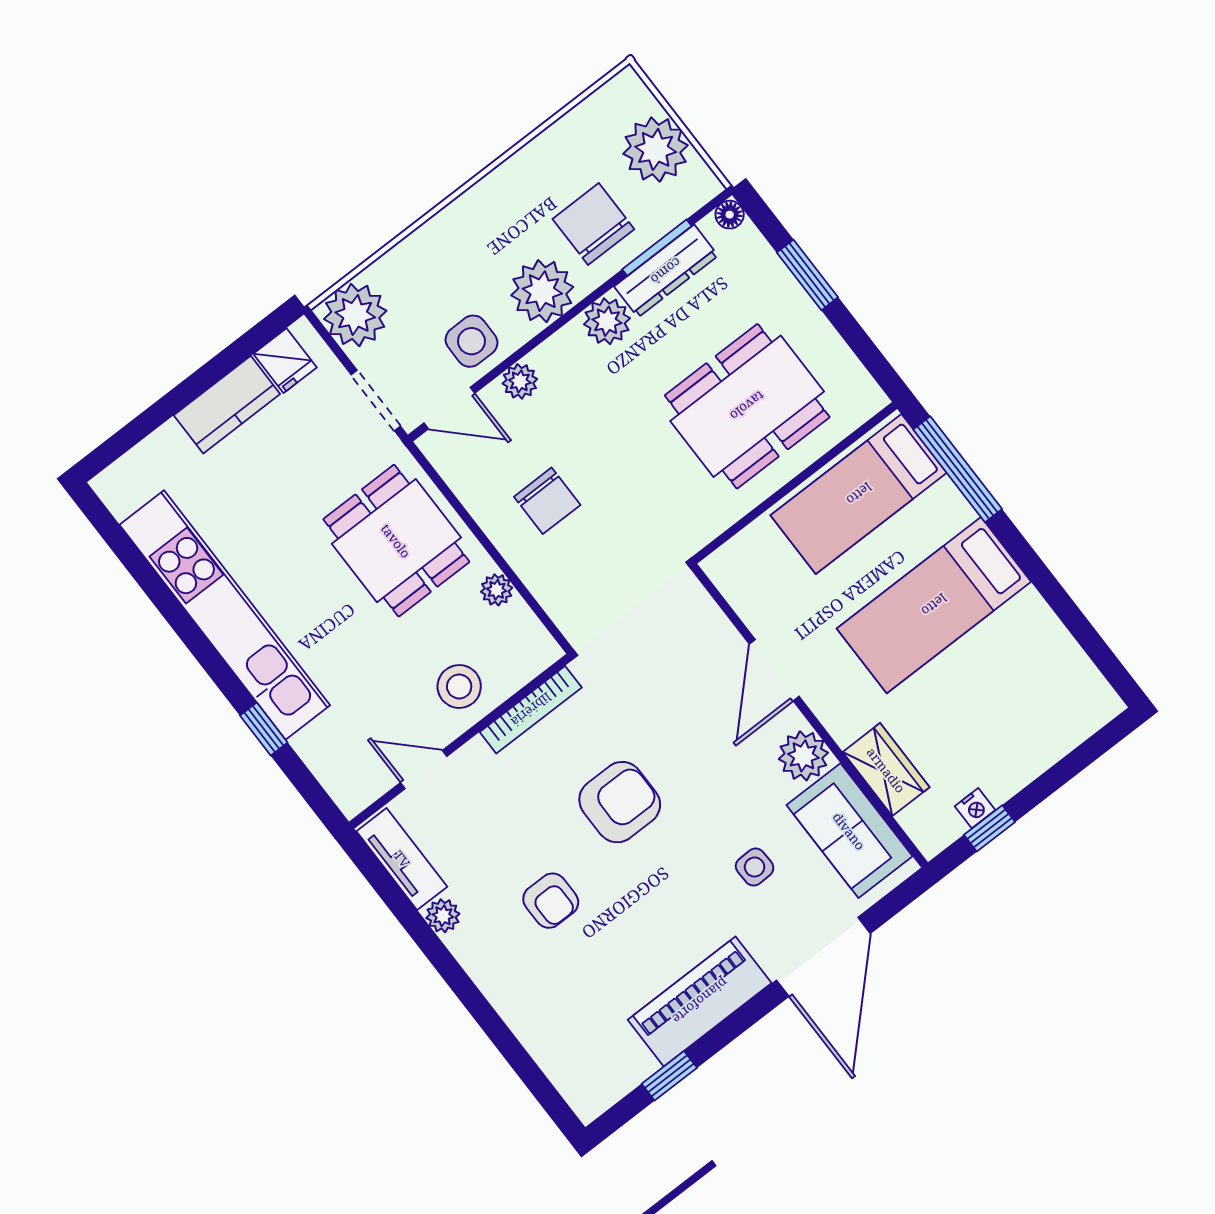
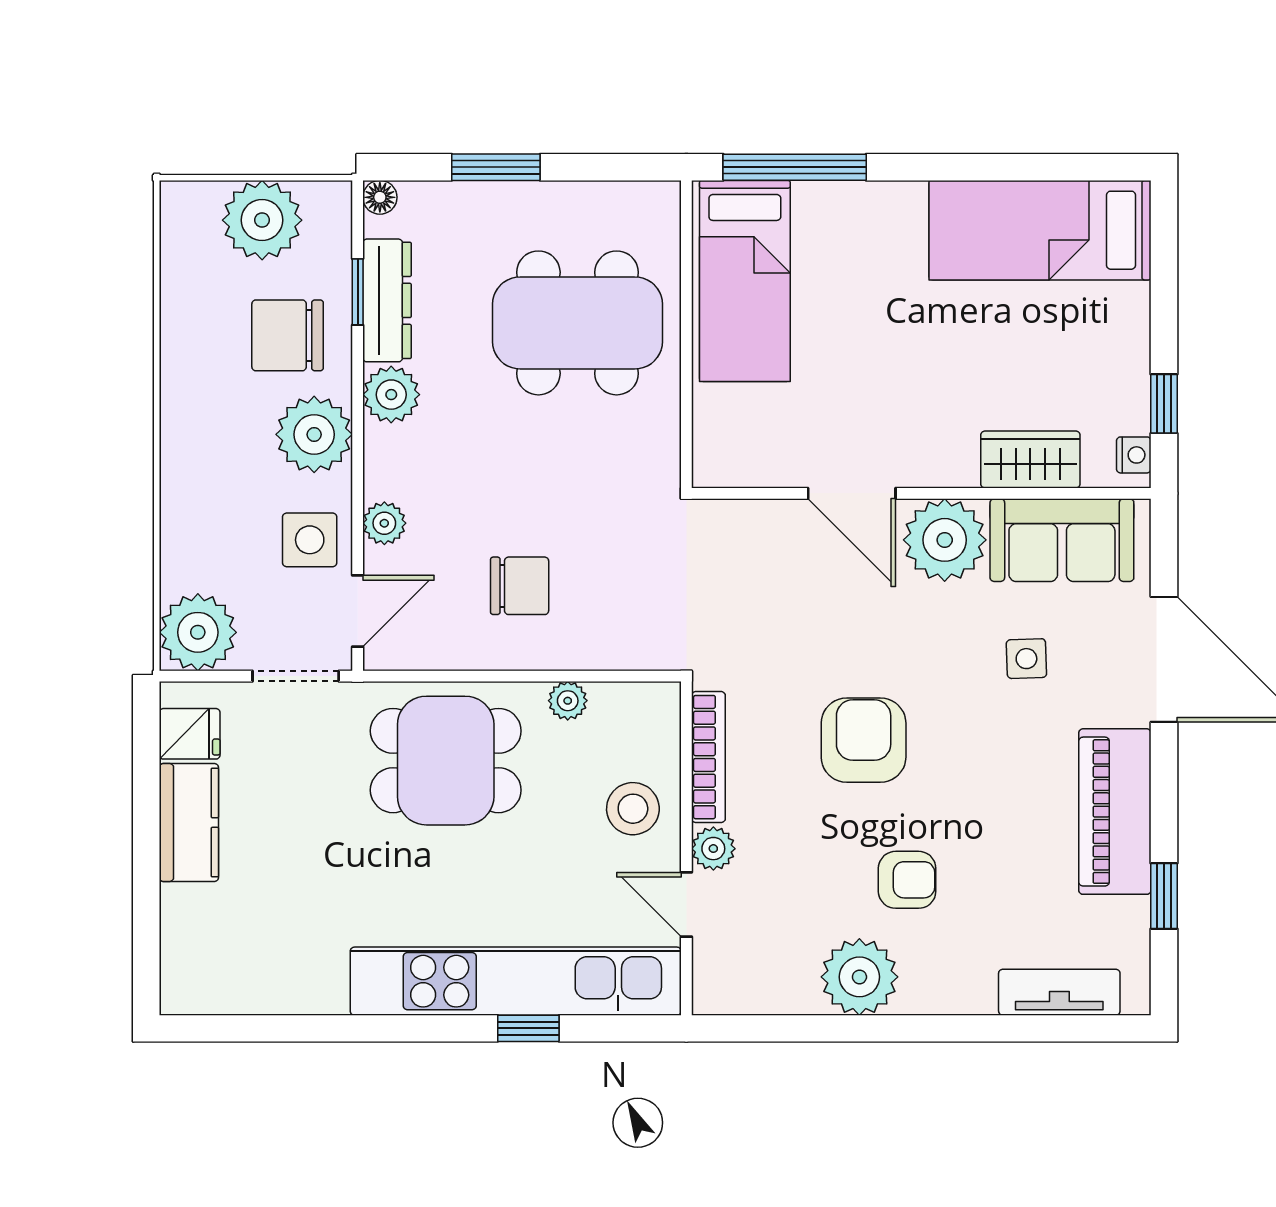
window: (657, 248) -> (358, 292), width x0.67
dining table: (747, 406) -> (577, 323), turned 90
bed: (934, 605) -> (1040, 230), moved, turned 90
kitchen unit: (225, 615) -> (516, 981), moved
plant: (803, 756) -> (945, 540), width x1.36, depth x1.36
plant: (474, 759) -> (713, 849), added
door: (424, 769) -> (686, 904), hinge flipped
nightstand: (975, 808) -> (1134, 455), moved
tv unit: (402, 859) -> (1059, 992), moved
plant: (443, 916) -> (859, 977), width x1.88, depth x1.88

